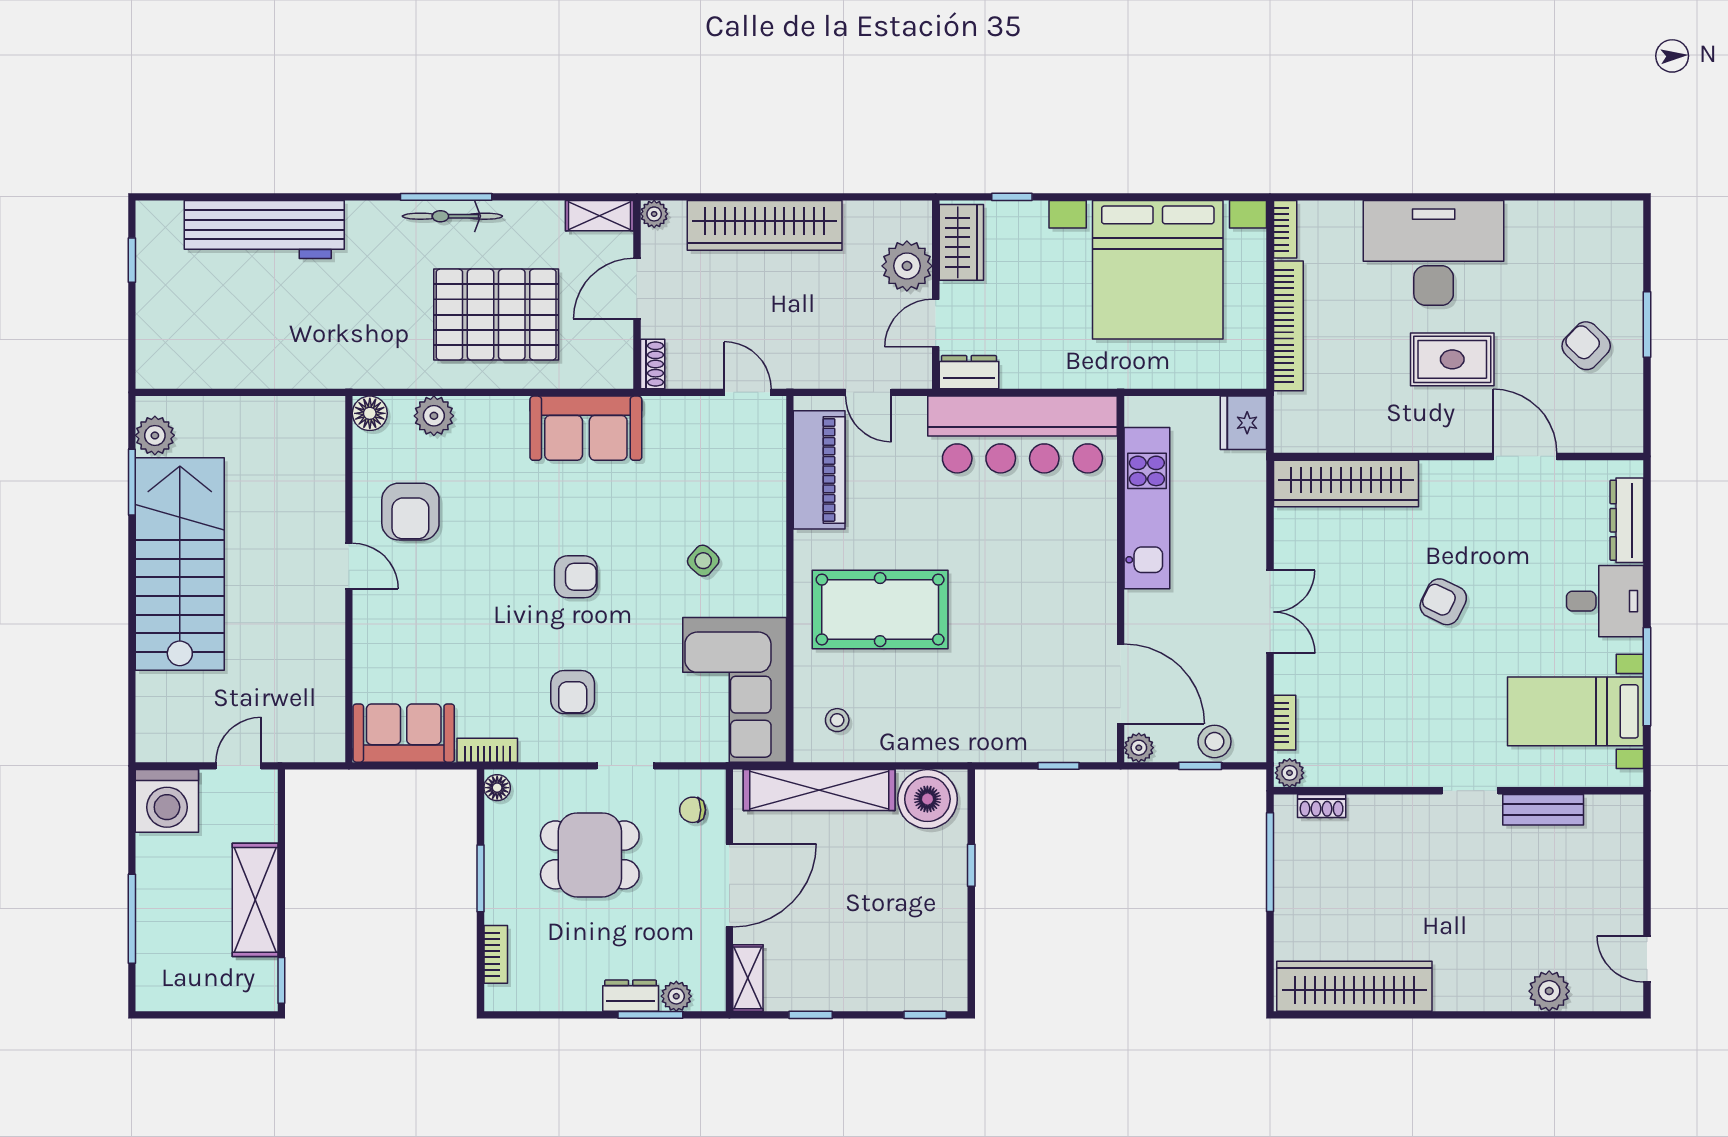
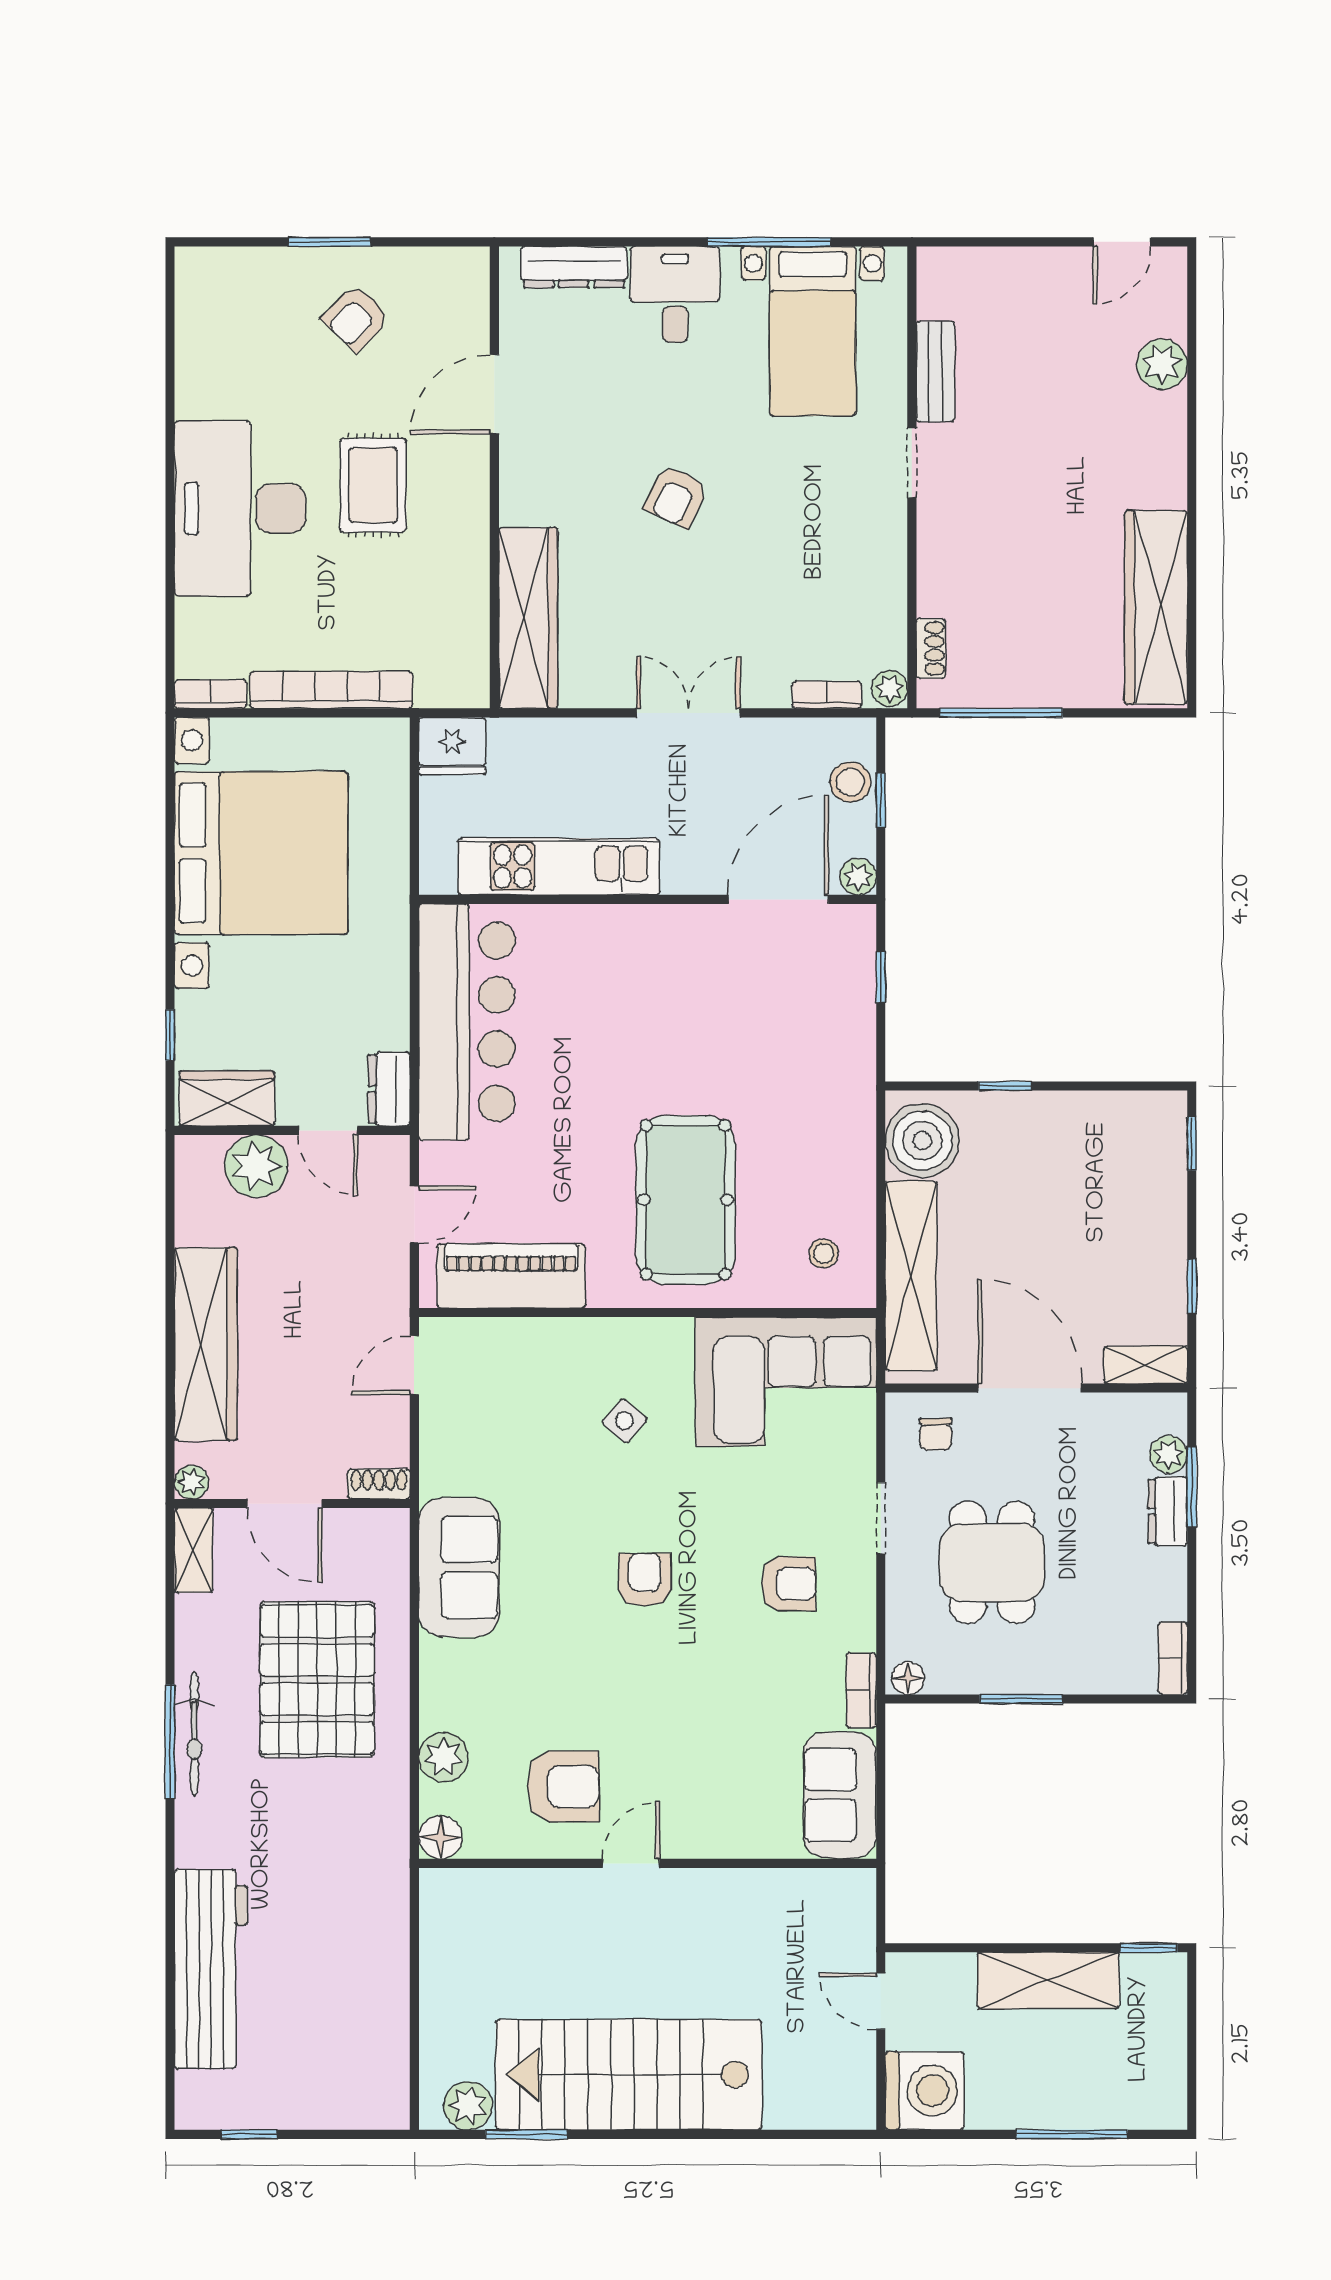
bookcase: (496, 954) -> (1173, 1658), moved, turned -90

